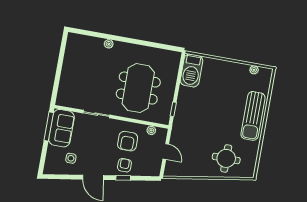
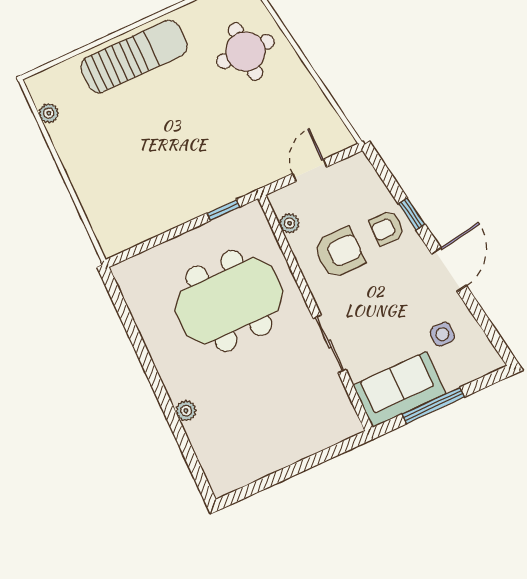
barbecue: (191, 70) -> (129, 226), removed
window: (49, 127) -> (433, 406), moved

